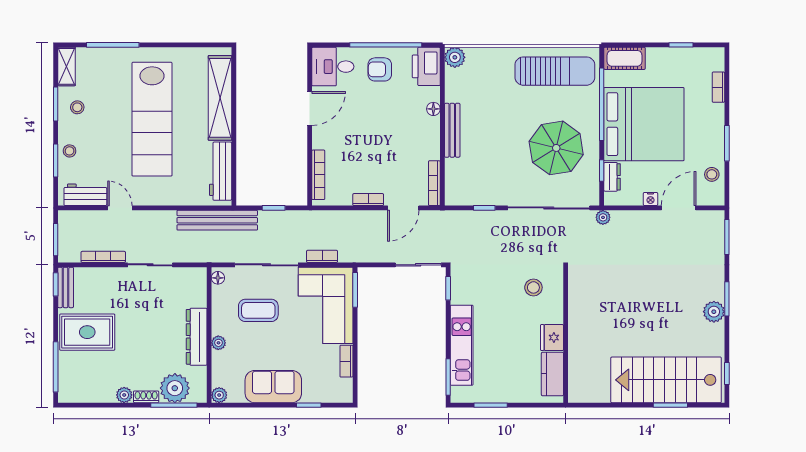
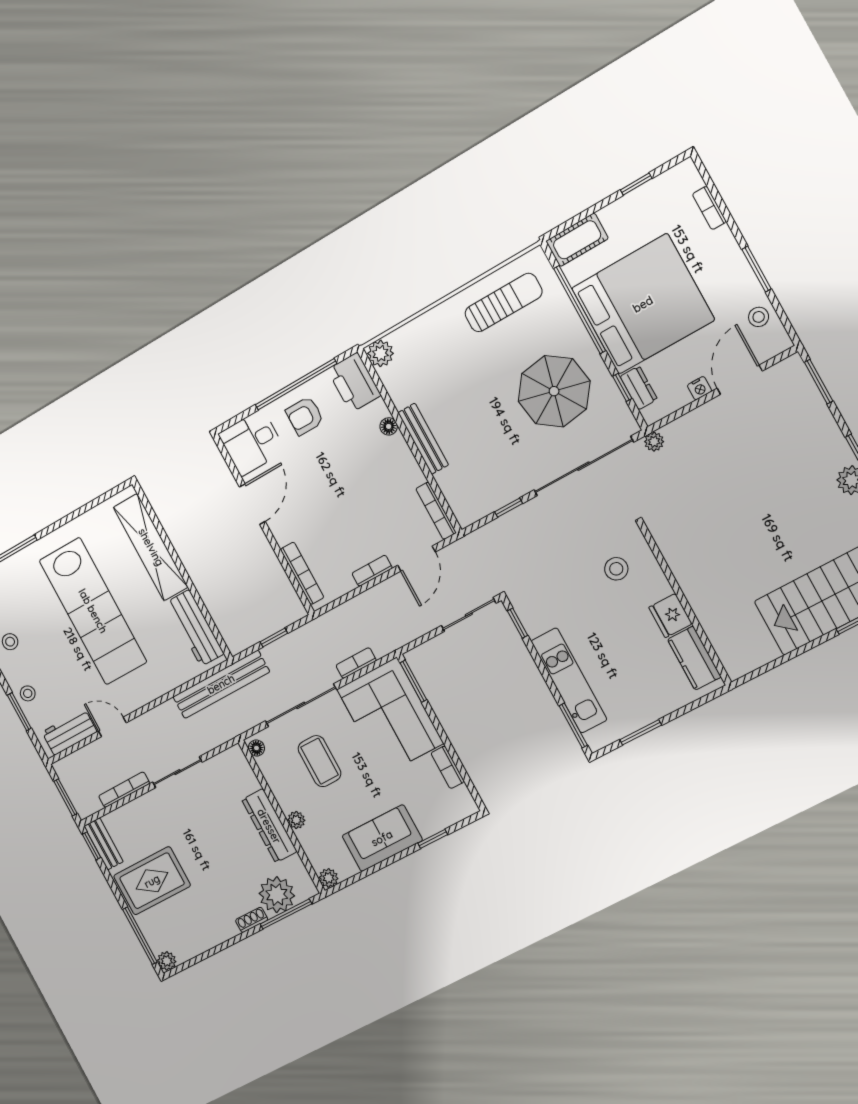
sun lounger: (555, 71) -> (503, 303), width x0.73, depth x0.75
coffee table: (258, 310) -> (320, 761), turned 90
plant: (124, 395) -> (167, 961), moved

